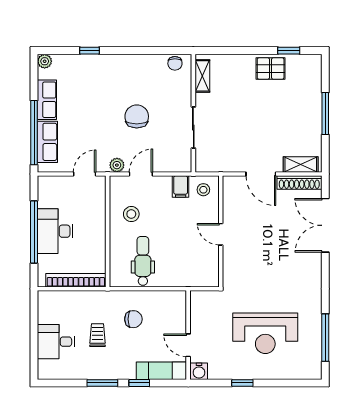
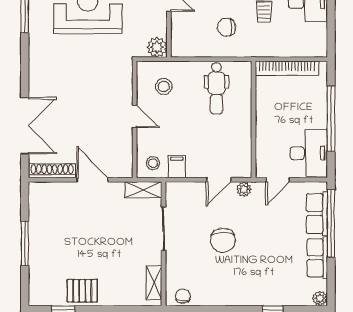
shelving: (301, 164) -> (144, 190), moved
stool: (131, 214) -> (164, 86), moved
desk: (55, 231) -> (309, 153), moved
plant: (200, 300) -> (157, 47), added

